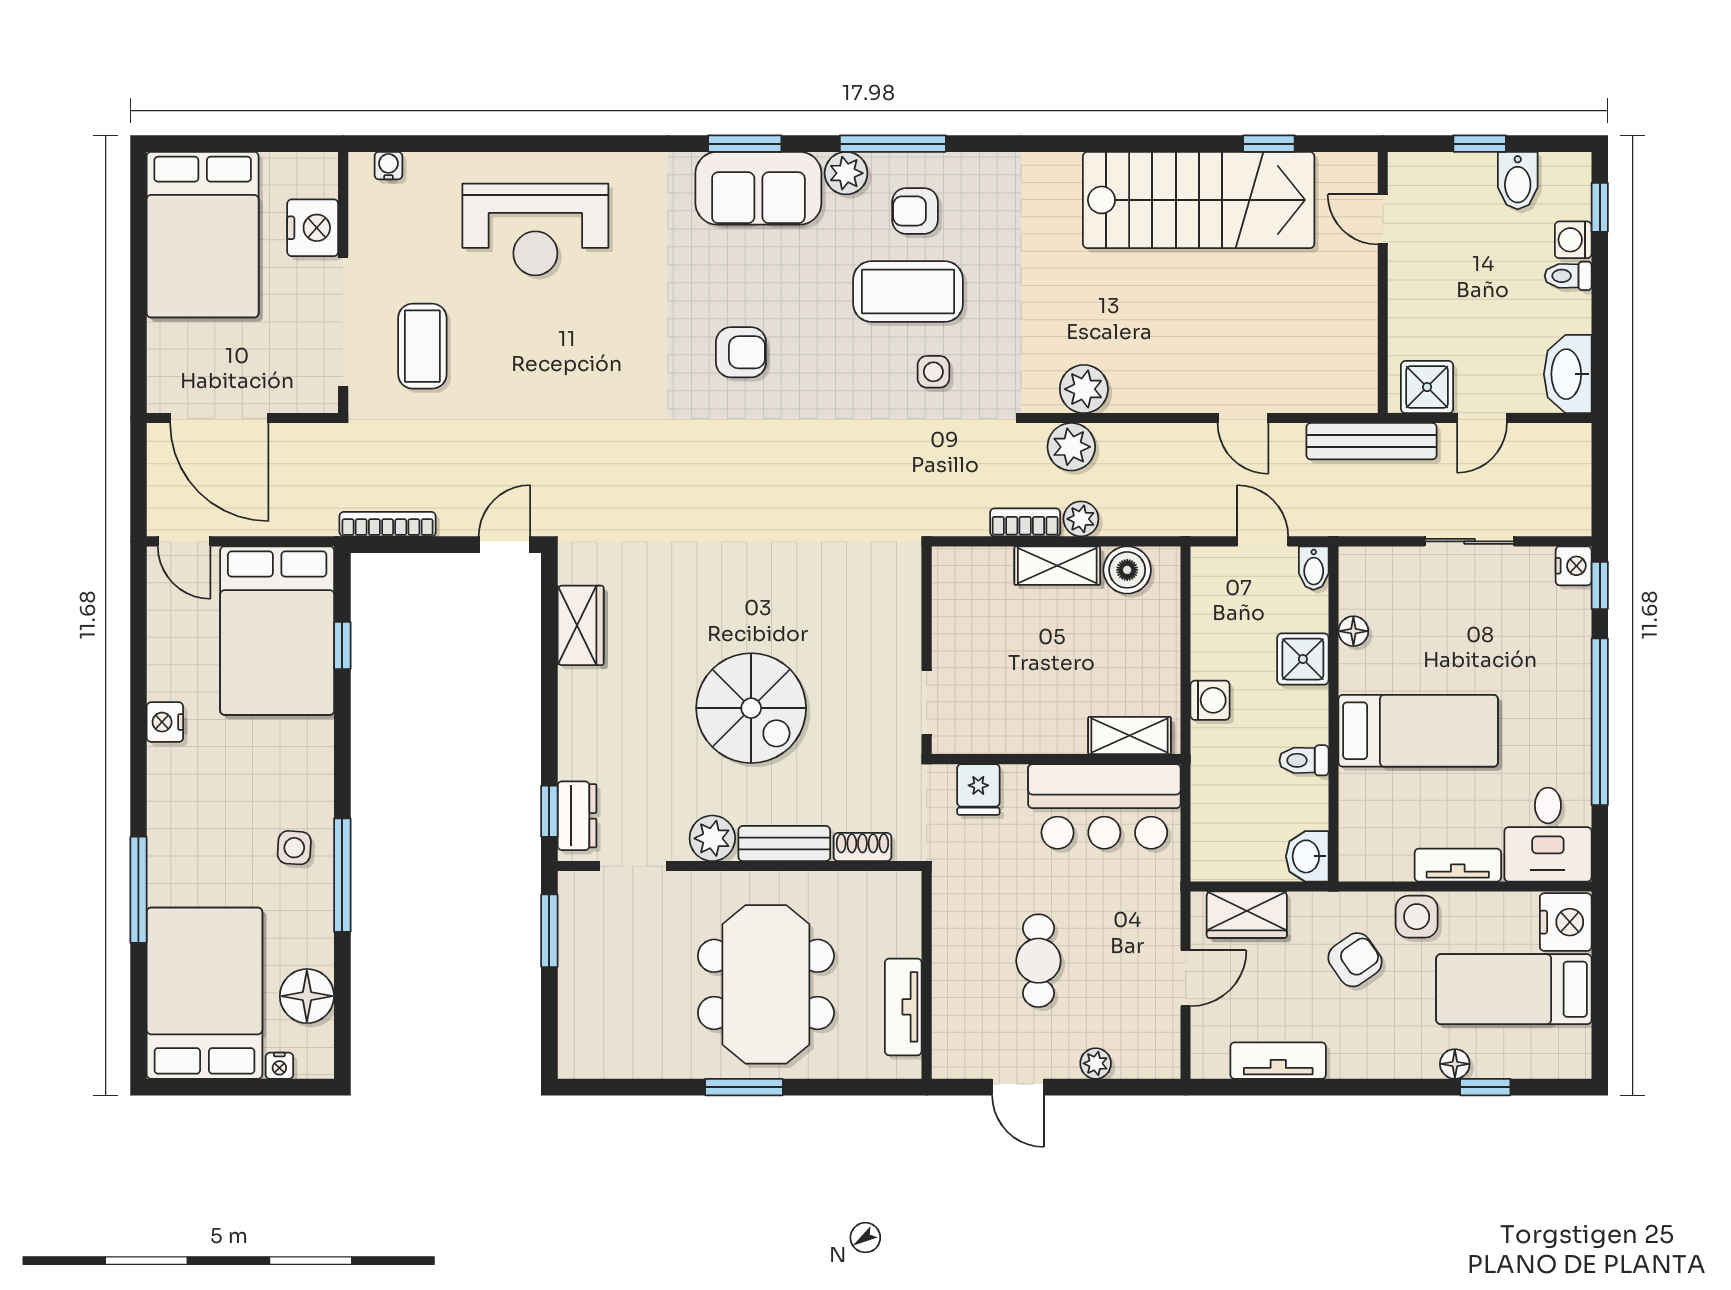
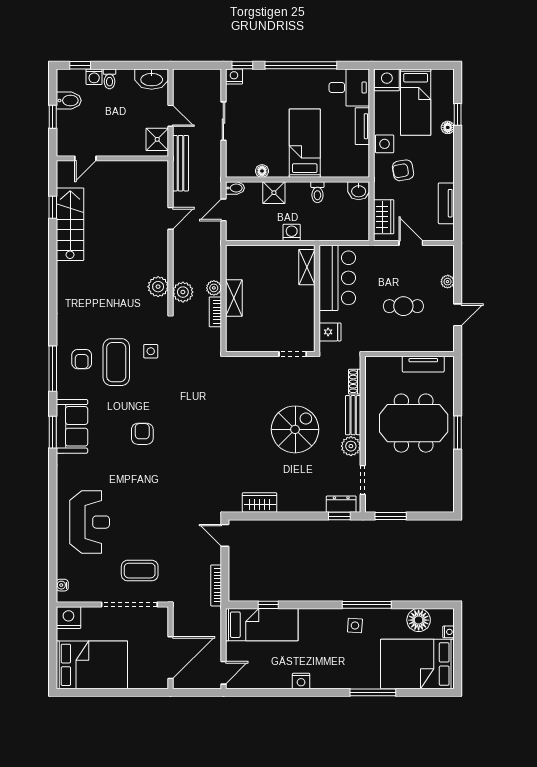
plant: (846, 173) -> (65, 389), removed
stairs: (1199, 200) -> (70, 224), width x0.73, depth x0.66
nightstand: (313, 228) -> (68, 618), moved
boiler: (1127, 570) -> (236, 268), removed
bed: (277, 631) -> (262, 625), width x0.67
armchair: (1355, 960) -> (403, 170), turned -65

